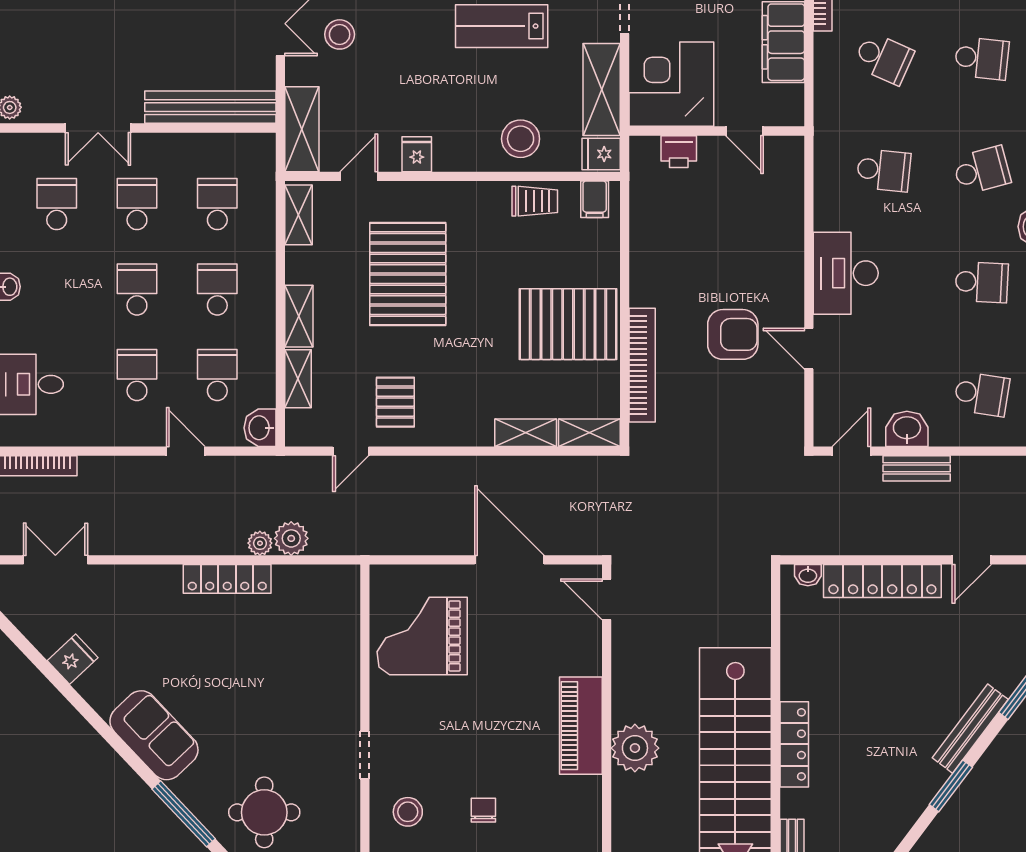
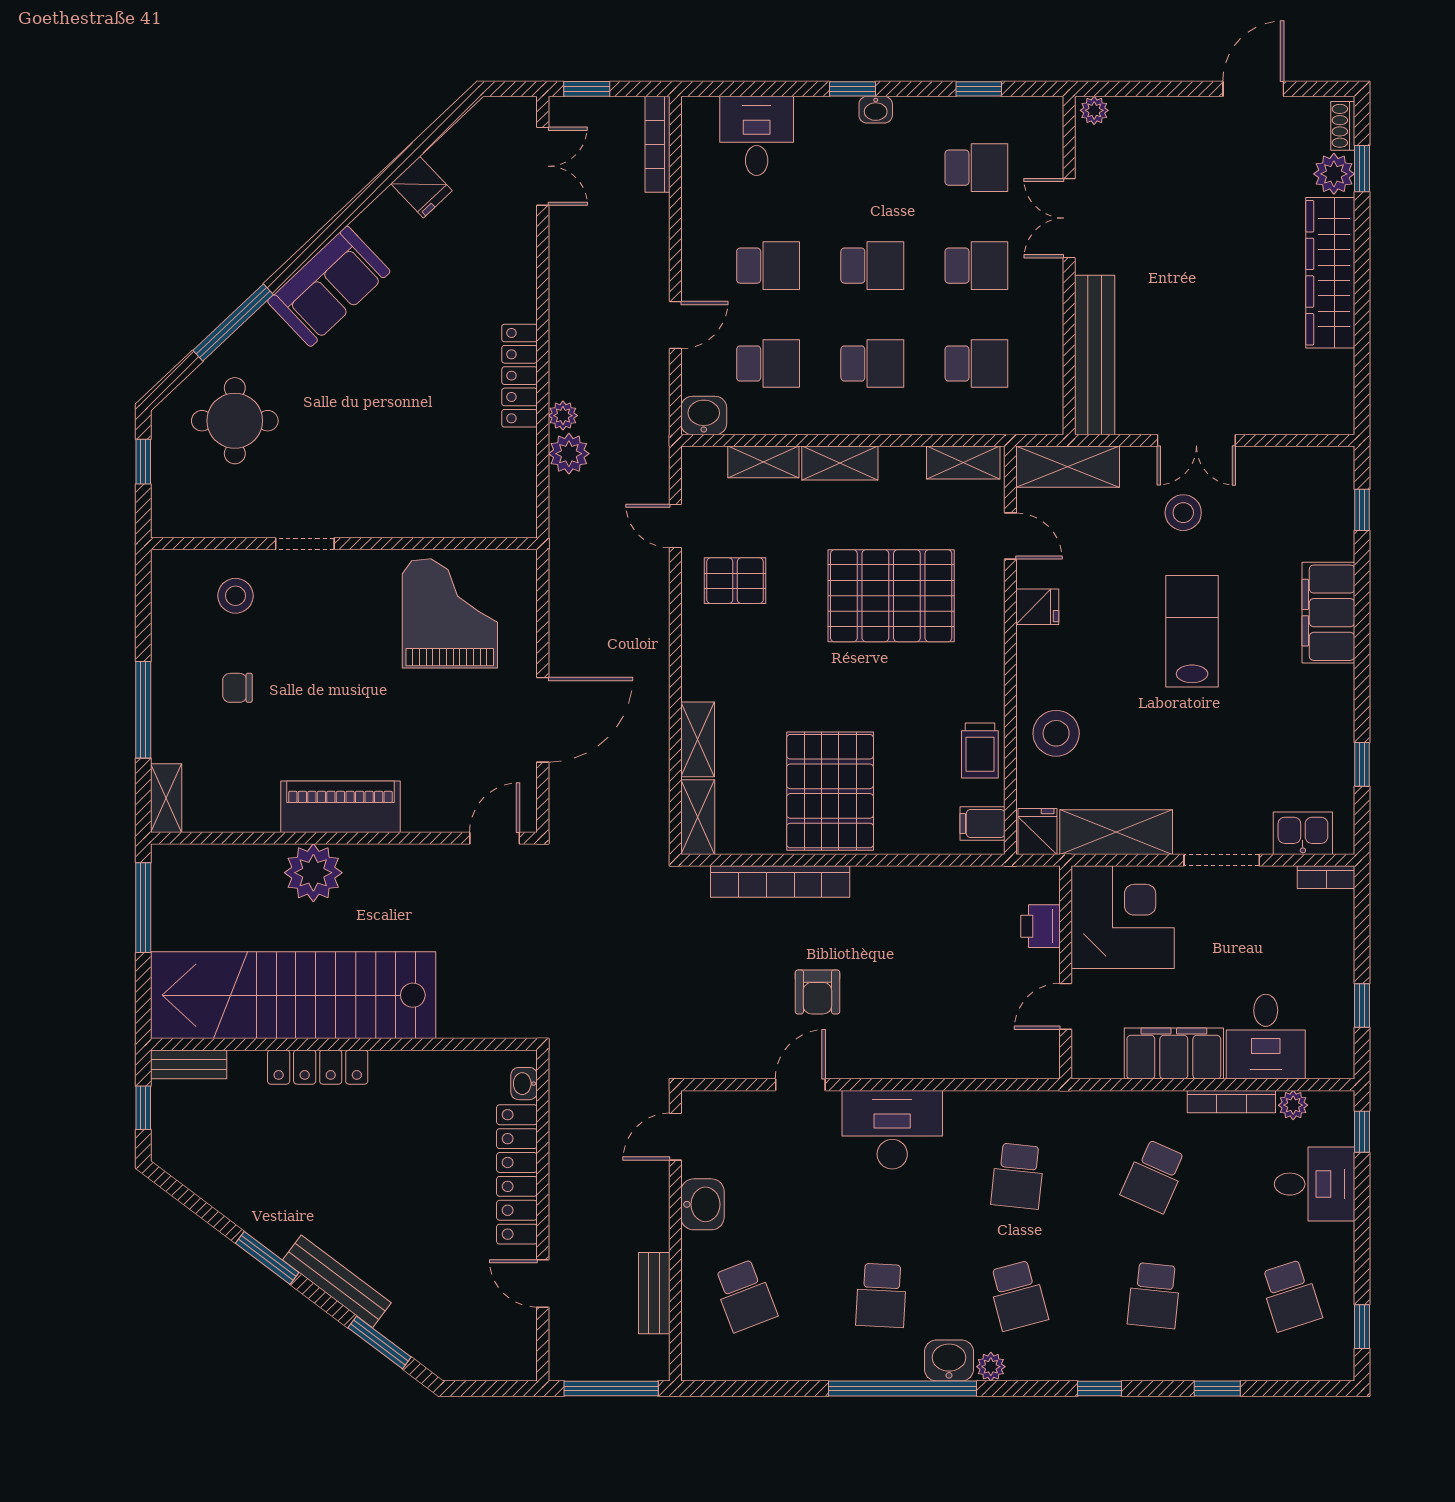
lab bench: (502, 26) -> (1192, 631), moved
armchair: (733, 334) -> (817, 992), width x0.72, depth x0.72
school desk: (982, 394) -> (745, 1295), turned -30
door: (851, 451) -> (675, 1137), swing flipped
bench: (917, 468) -> (654, 1293), moved
chair: (483, 810) -> (237, 688), turned 180

